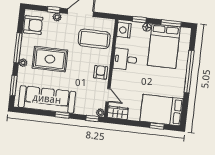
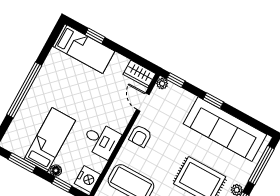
bed: (164, 46) -> (50, 140), width x0.67
window: (14, 86) -> (261, 165), width x1.44
bed: (162, 110) -> (84, 49), width x0.67

